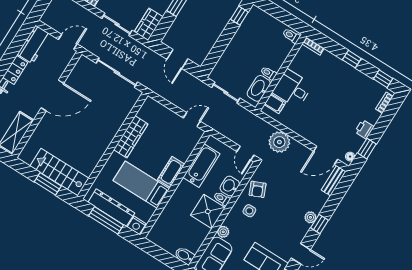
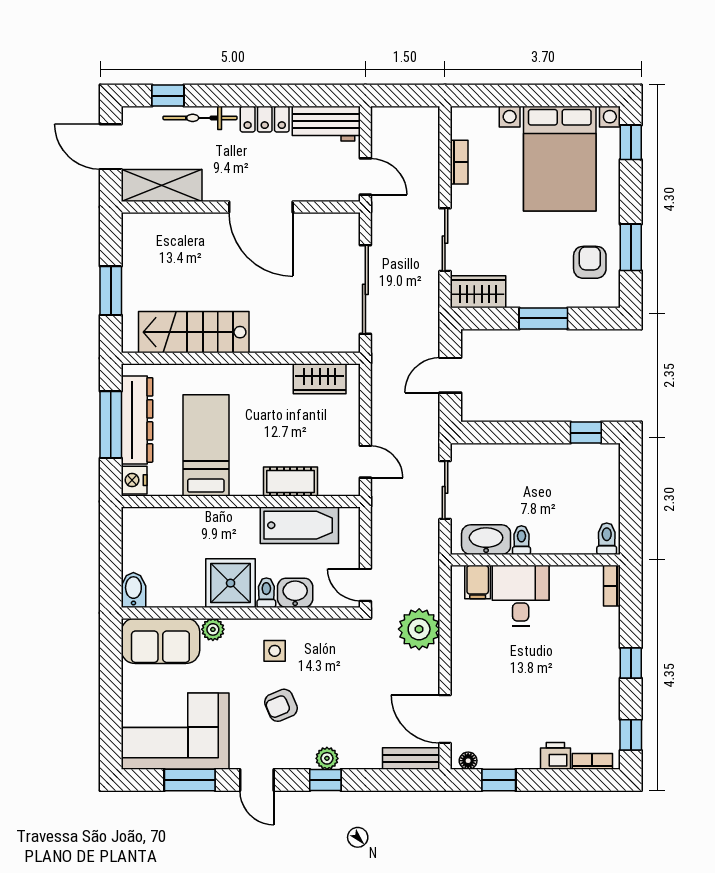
printer: (364, 129) -> (555, 756), moved
wardrobe: (131, 137) -> (320, 379), moved, width x0.67
door: (245, 153) -> (365, 585), hinge flipped
stairs: (60, 172) -> (194, 332), moved, turned -90
cot: (171, 172) -> (290, 482), moved
armchair: (258, 189) -> (281, 705), moved

